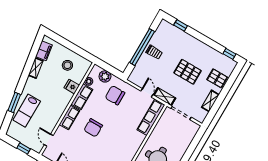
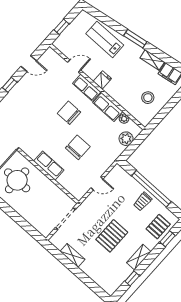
window: (229, 54) -> (132, 278), moved
pallet: (217, 78) -> (158, 227), moved
fridge: (72, 87) -> (102, 80), moved
chair: (115, 95) -> (78, 147), moved
shelving: (165, 97) -> (139, 257), moved
window: (14, 103) -> (135, 39), moved
row of seats: (151, 117) -> (49, 166), moved, width x0.68
door: (49, 140) -> (74, 66), moved

